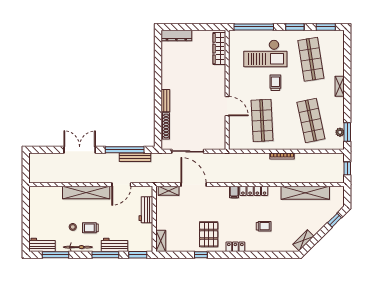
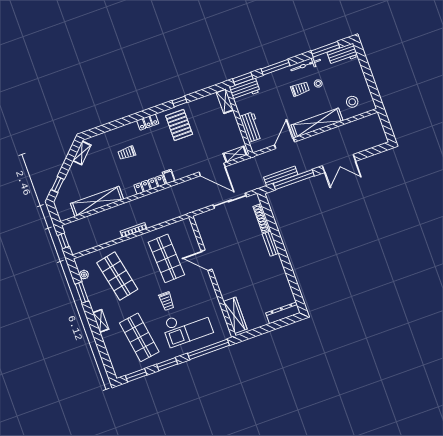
checkout: (265, 53) -> (187, 327), turned 180
window: (347, 132) -> (82, 292), moved
stool: (49, 200) -> (352, 102), added
workbench: (115, 245) -> (245, 89), moved

